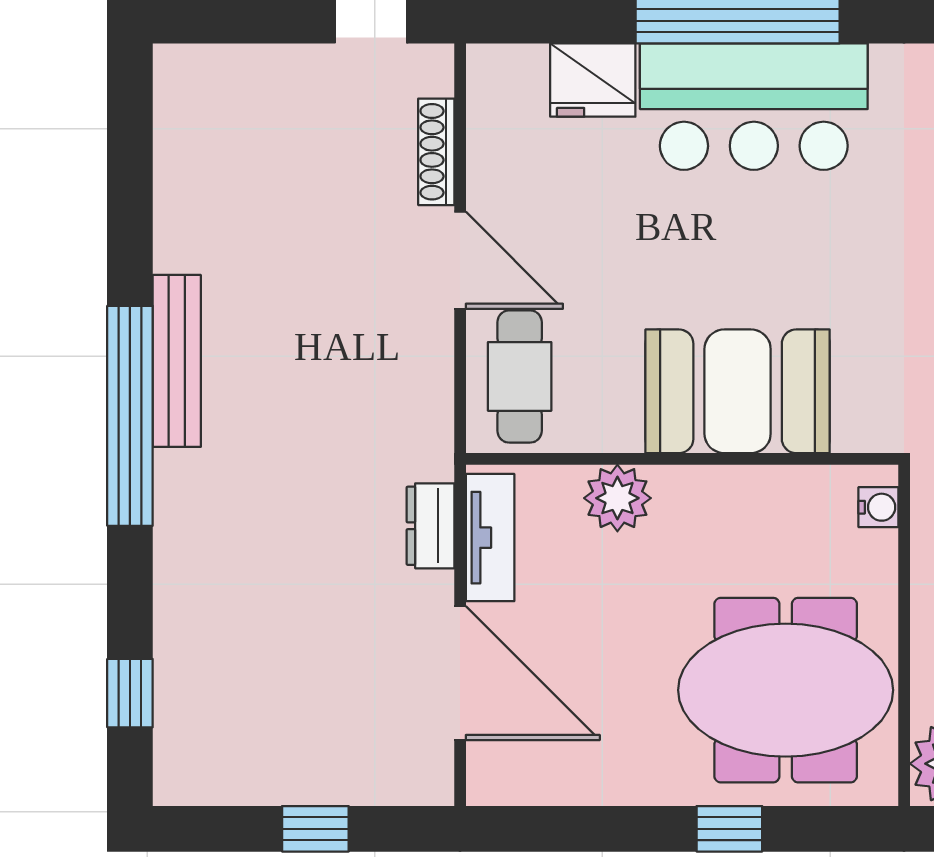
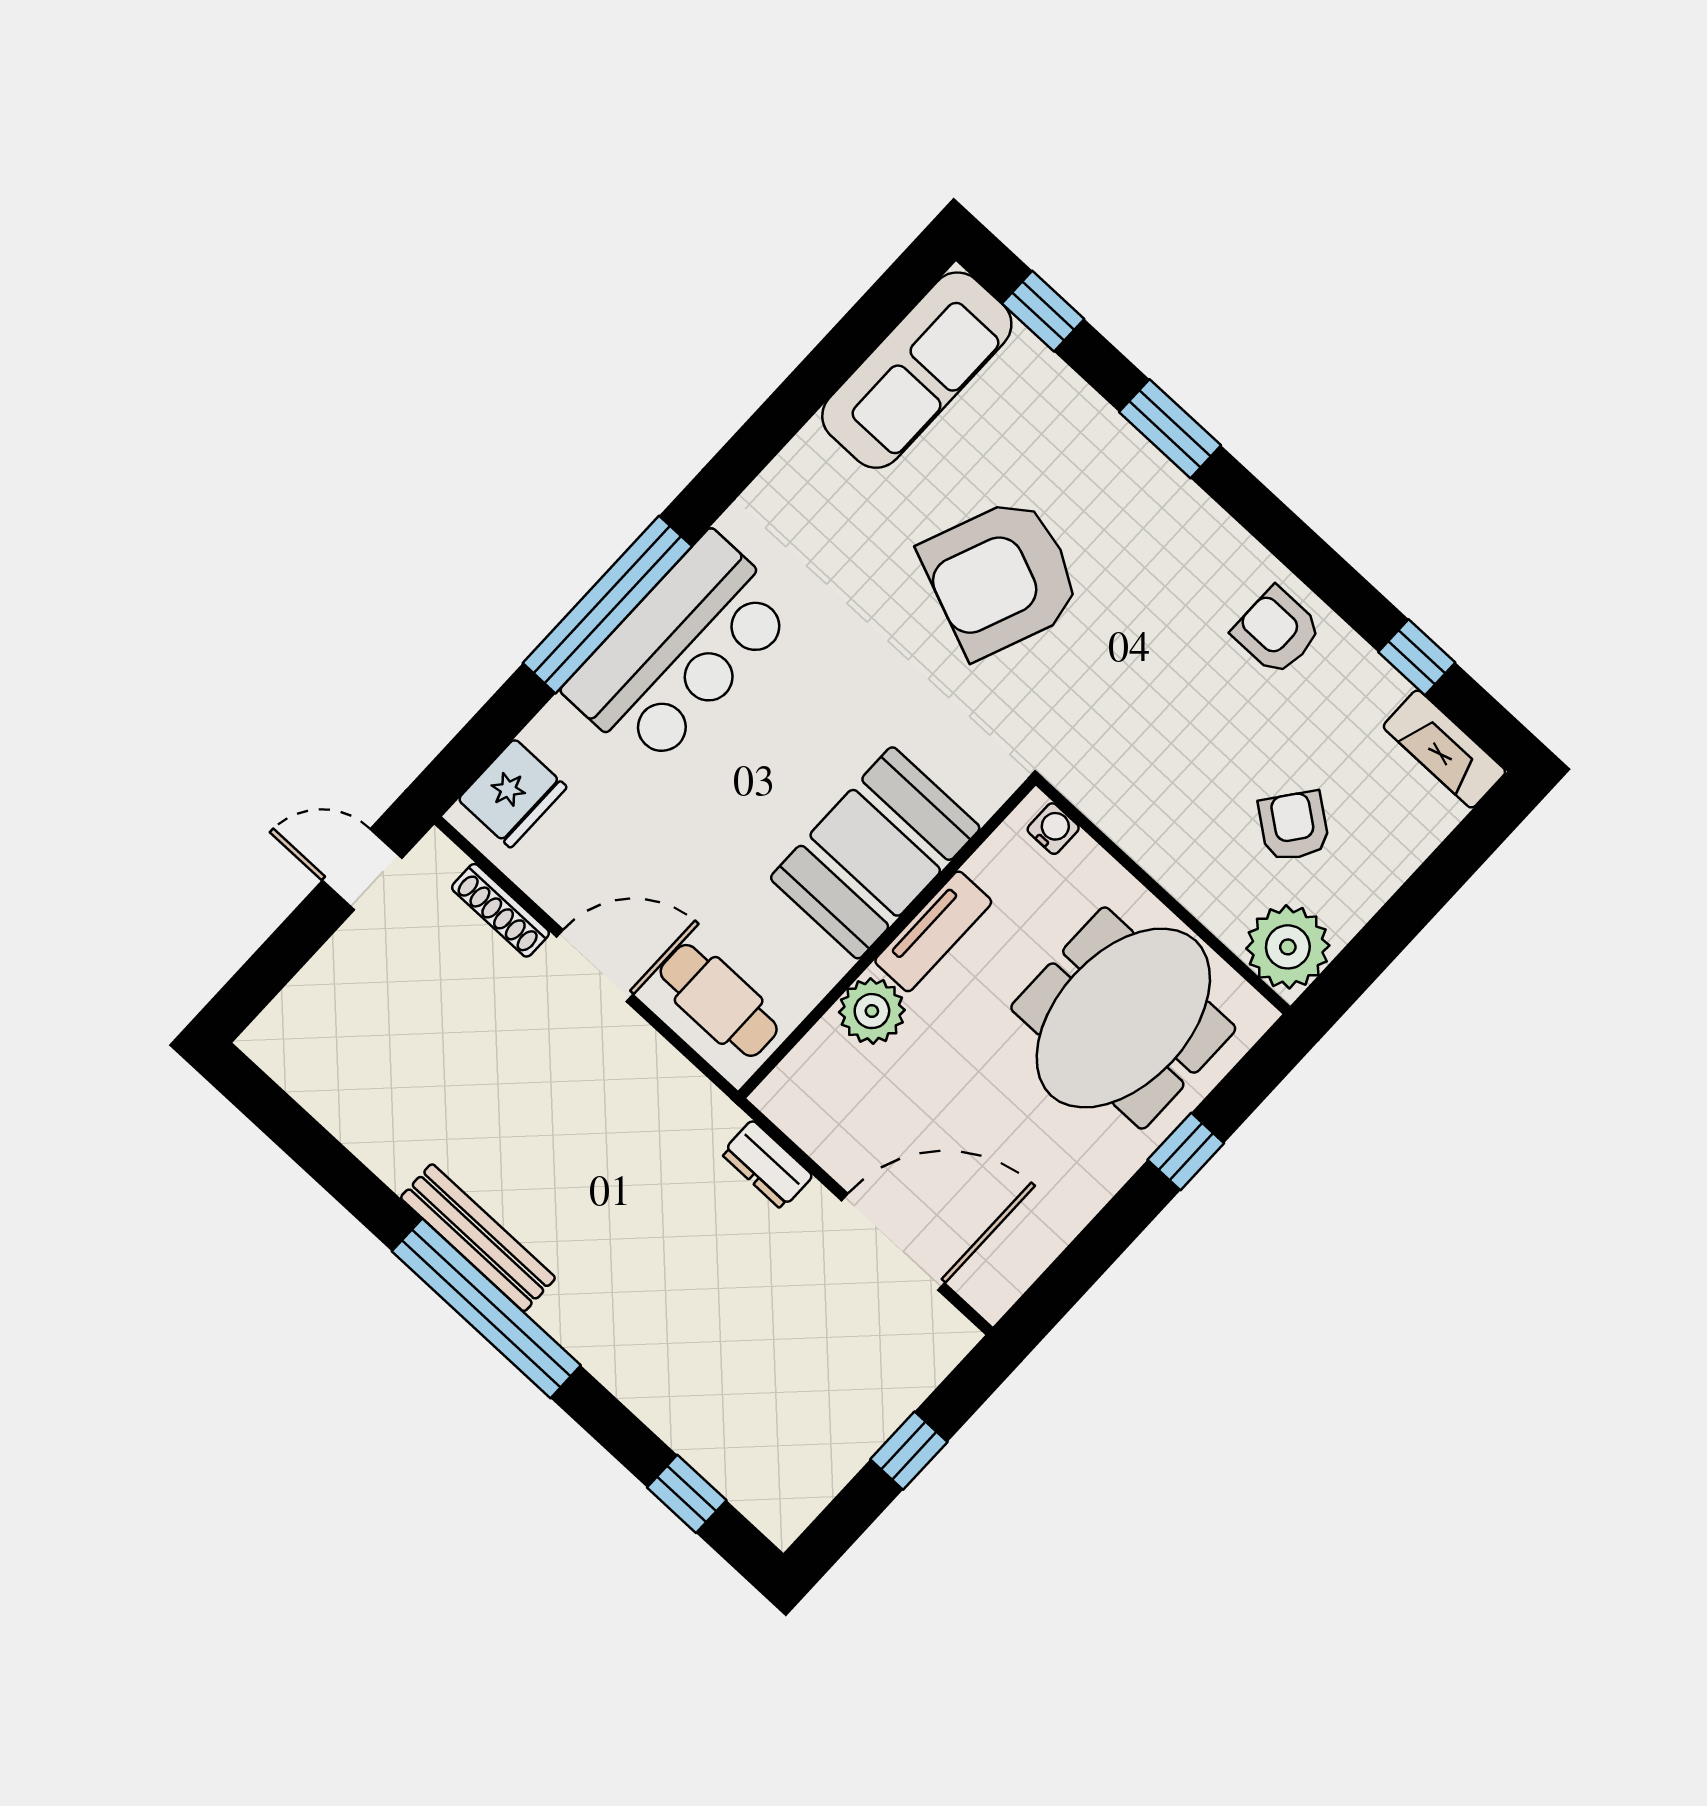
fridge: (593, 80) -> (512, 793), moved
tv unit: (490, 538) -> (933, 931), moved, turned 90

